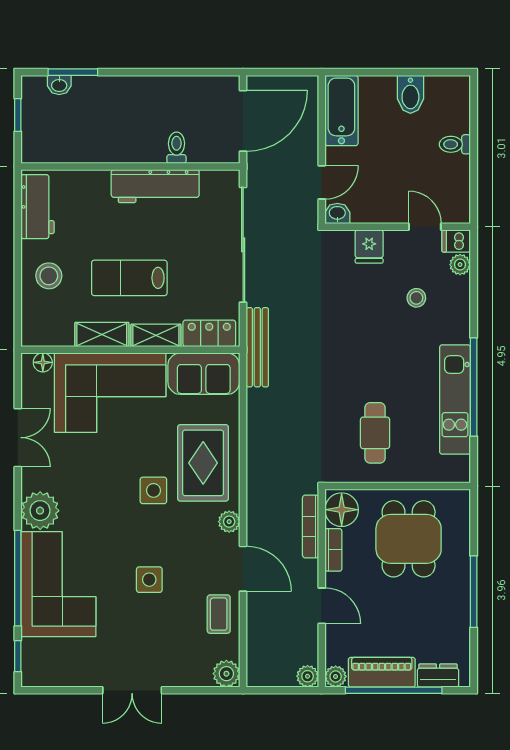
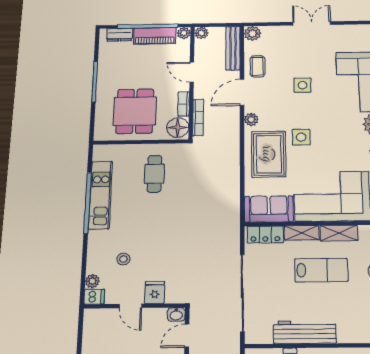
door: (425, 227) -> (130, 306), moved
bench: (257, 347) -> (233, 48), moved
door: (243, 569) -> (242, 92), hinge flipped

